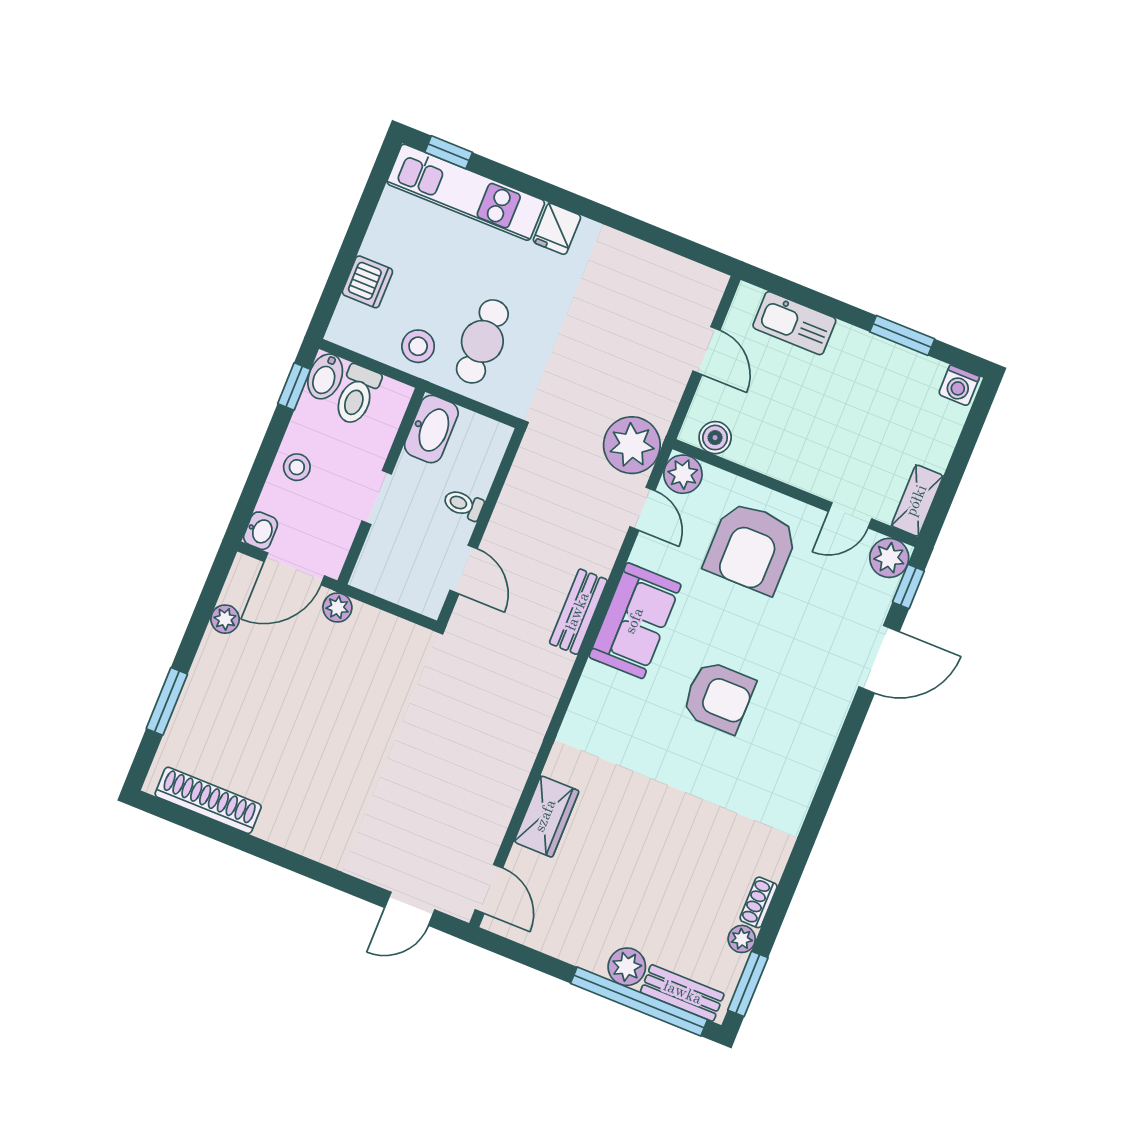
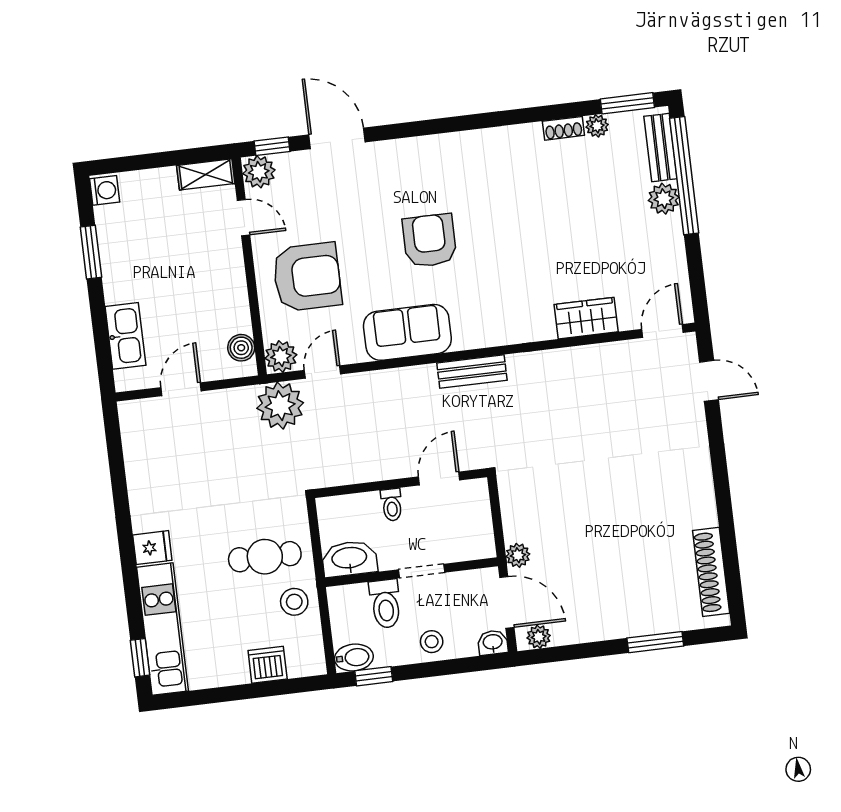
toilet: (357, 395) -> (385, 604), moved, turned 90
bench: (578, 612) -> (472, 372), moved
plant: (225, 619) -> (539, 637), moved

